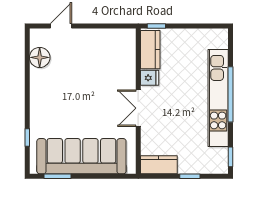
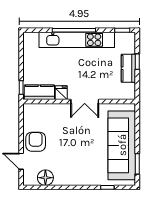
armchair: (86, 45) -> (36, 142), added
kitchen counter: (159, 165) -> (128, 68), moved

